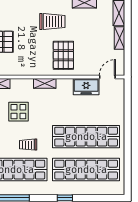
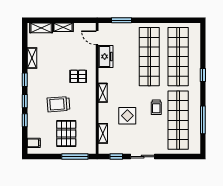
trolley: (52, 21) -> (58, 104), moved, turned -94
pallet: (63, 55) -> (78, 76), width x0.67, depth x0.71
window: (128, 105) -> (122, 20), added

